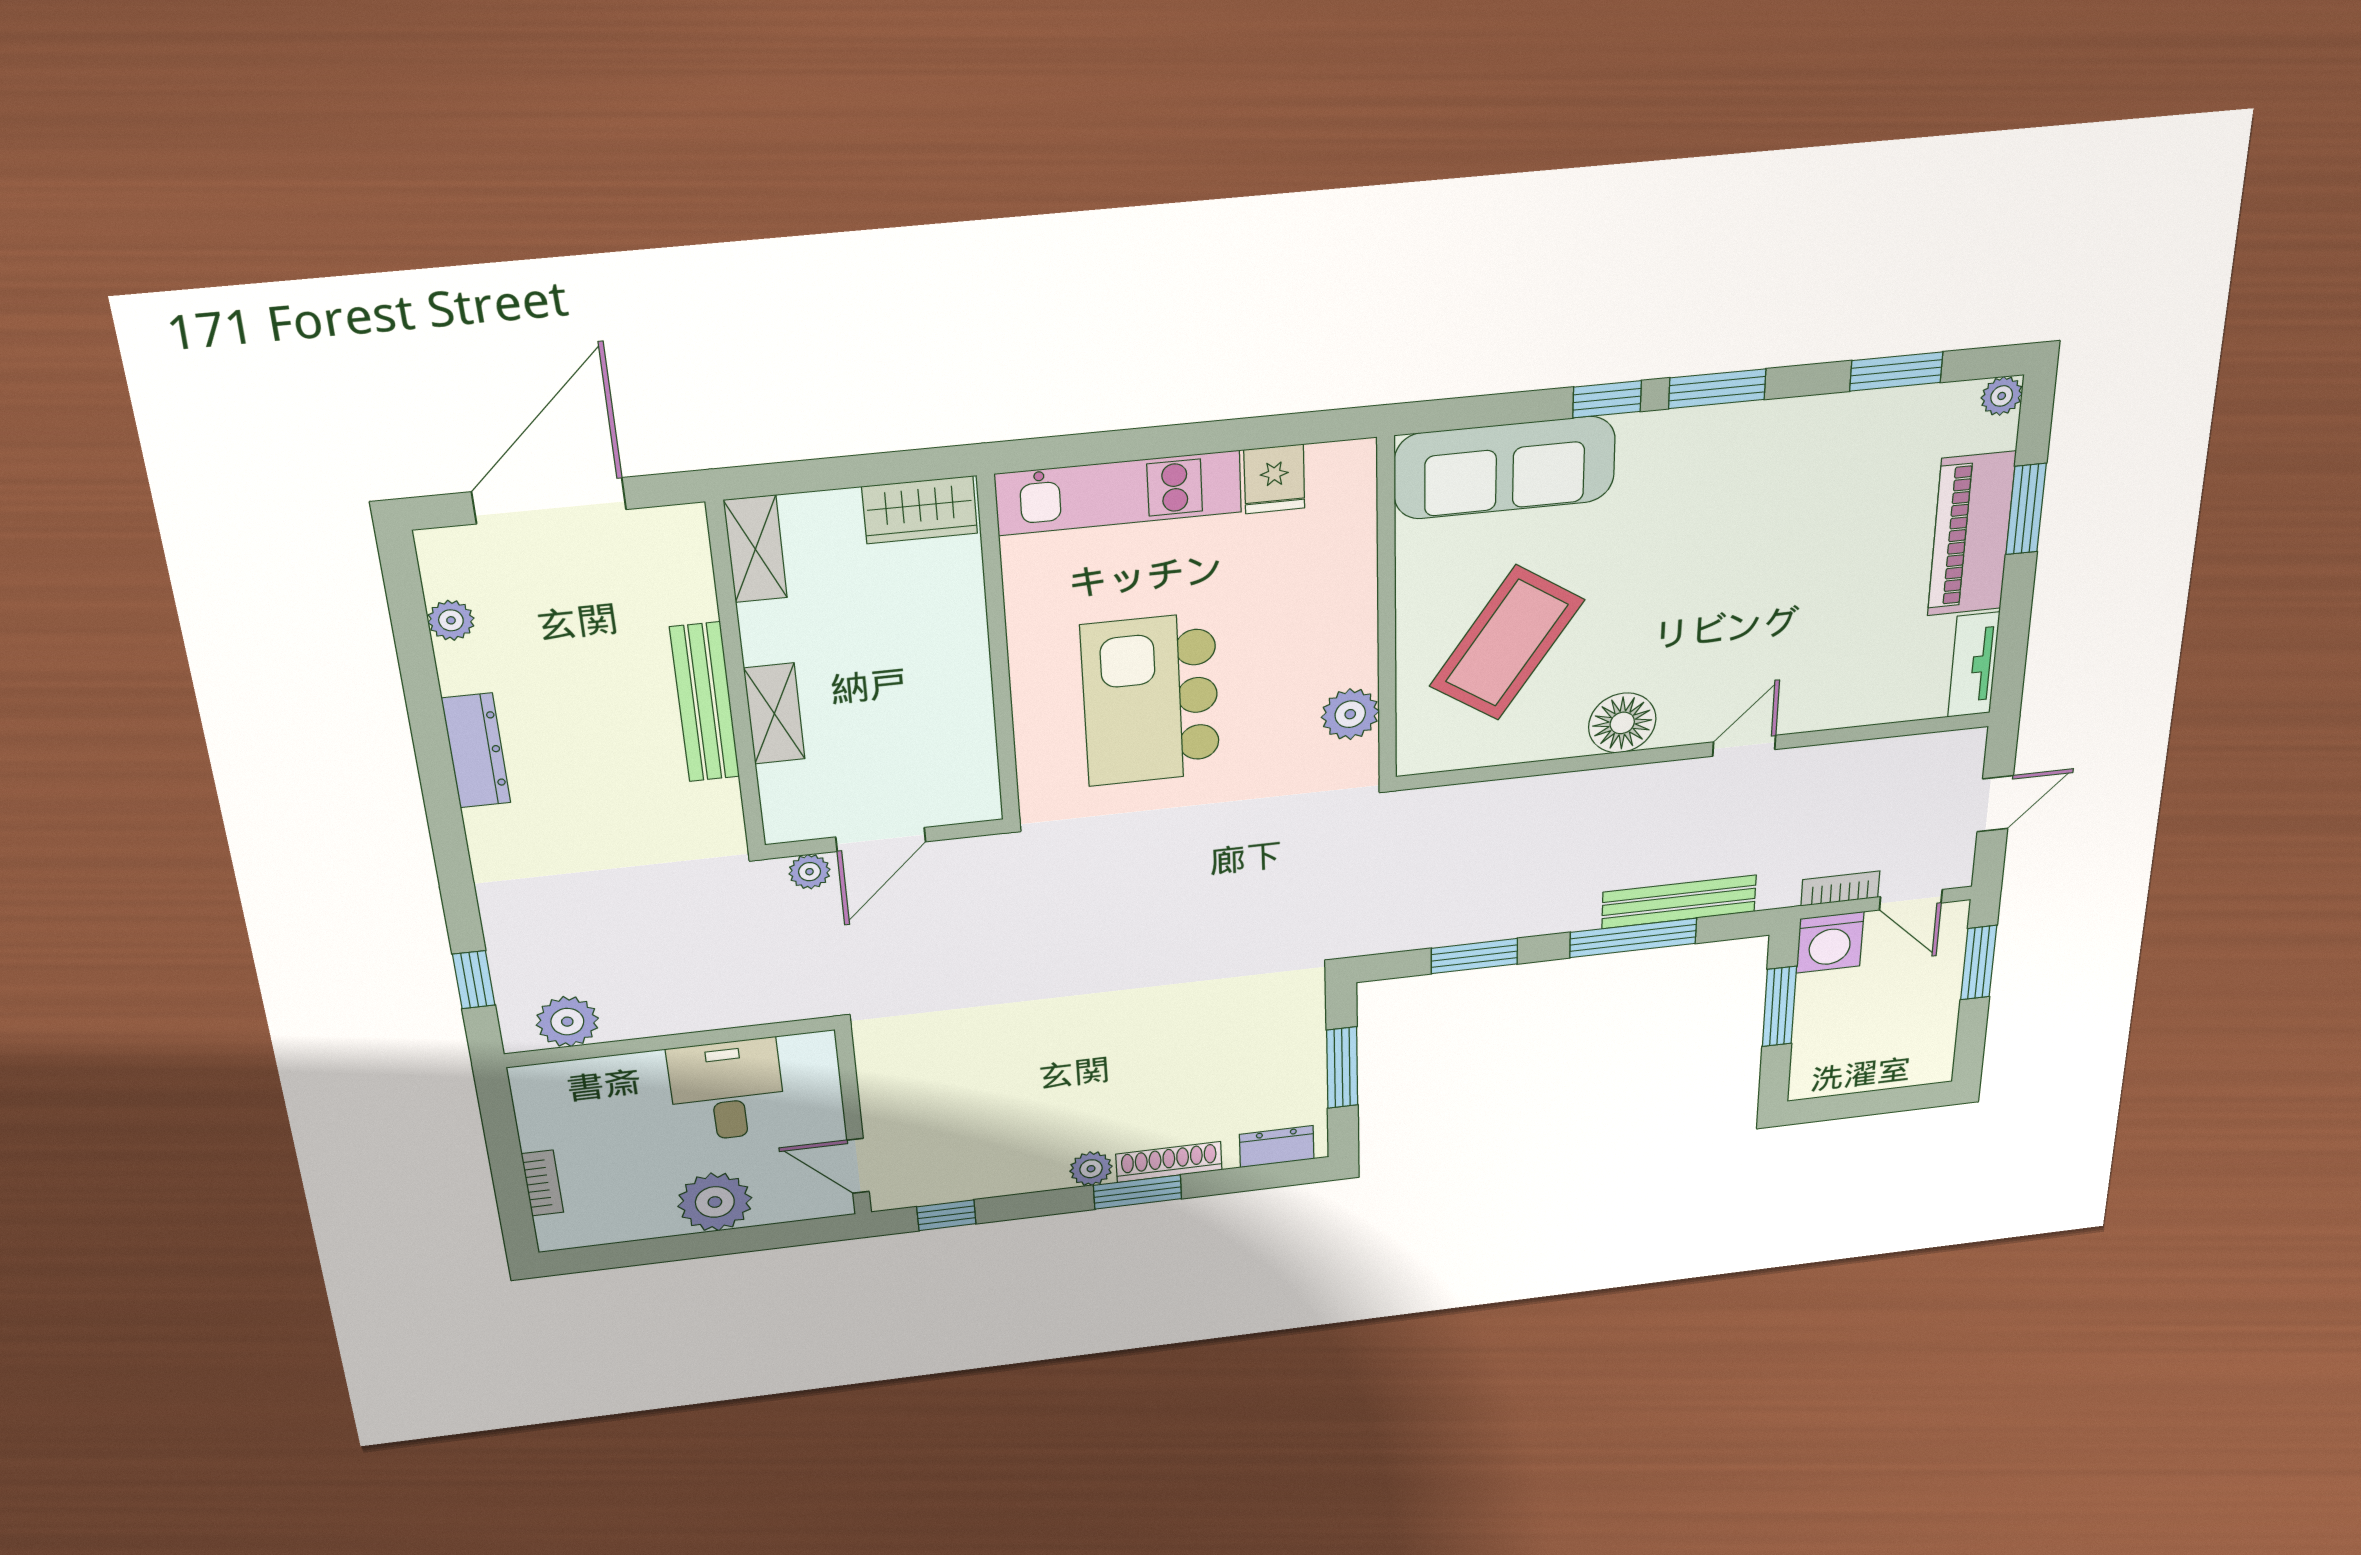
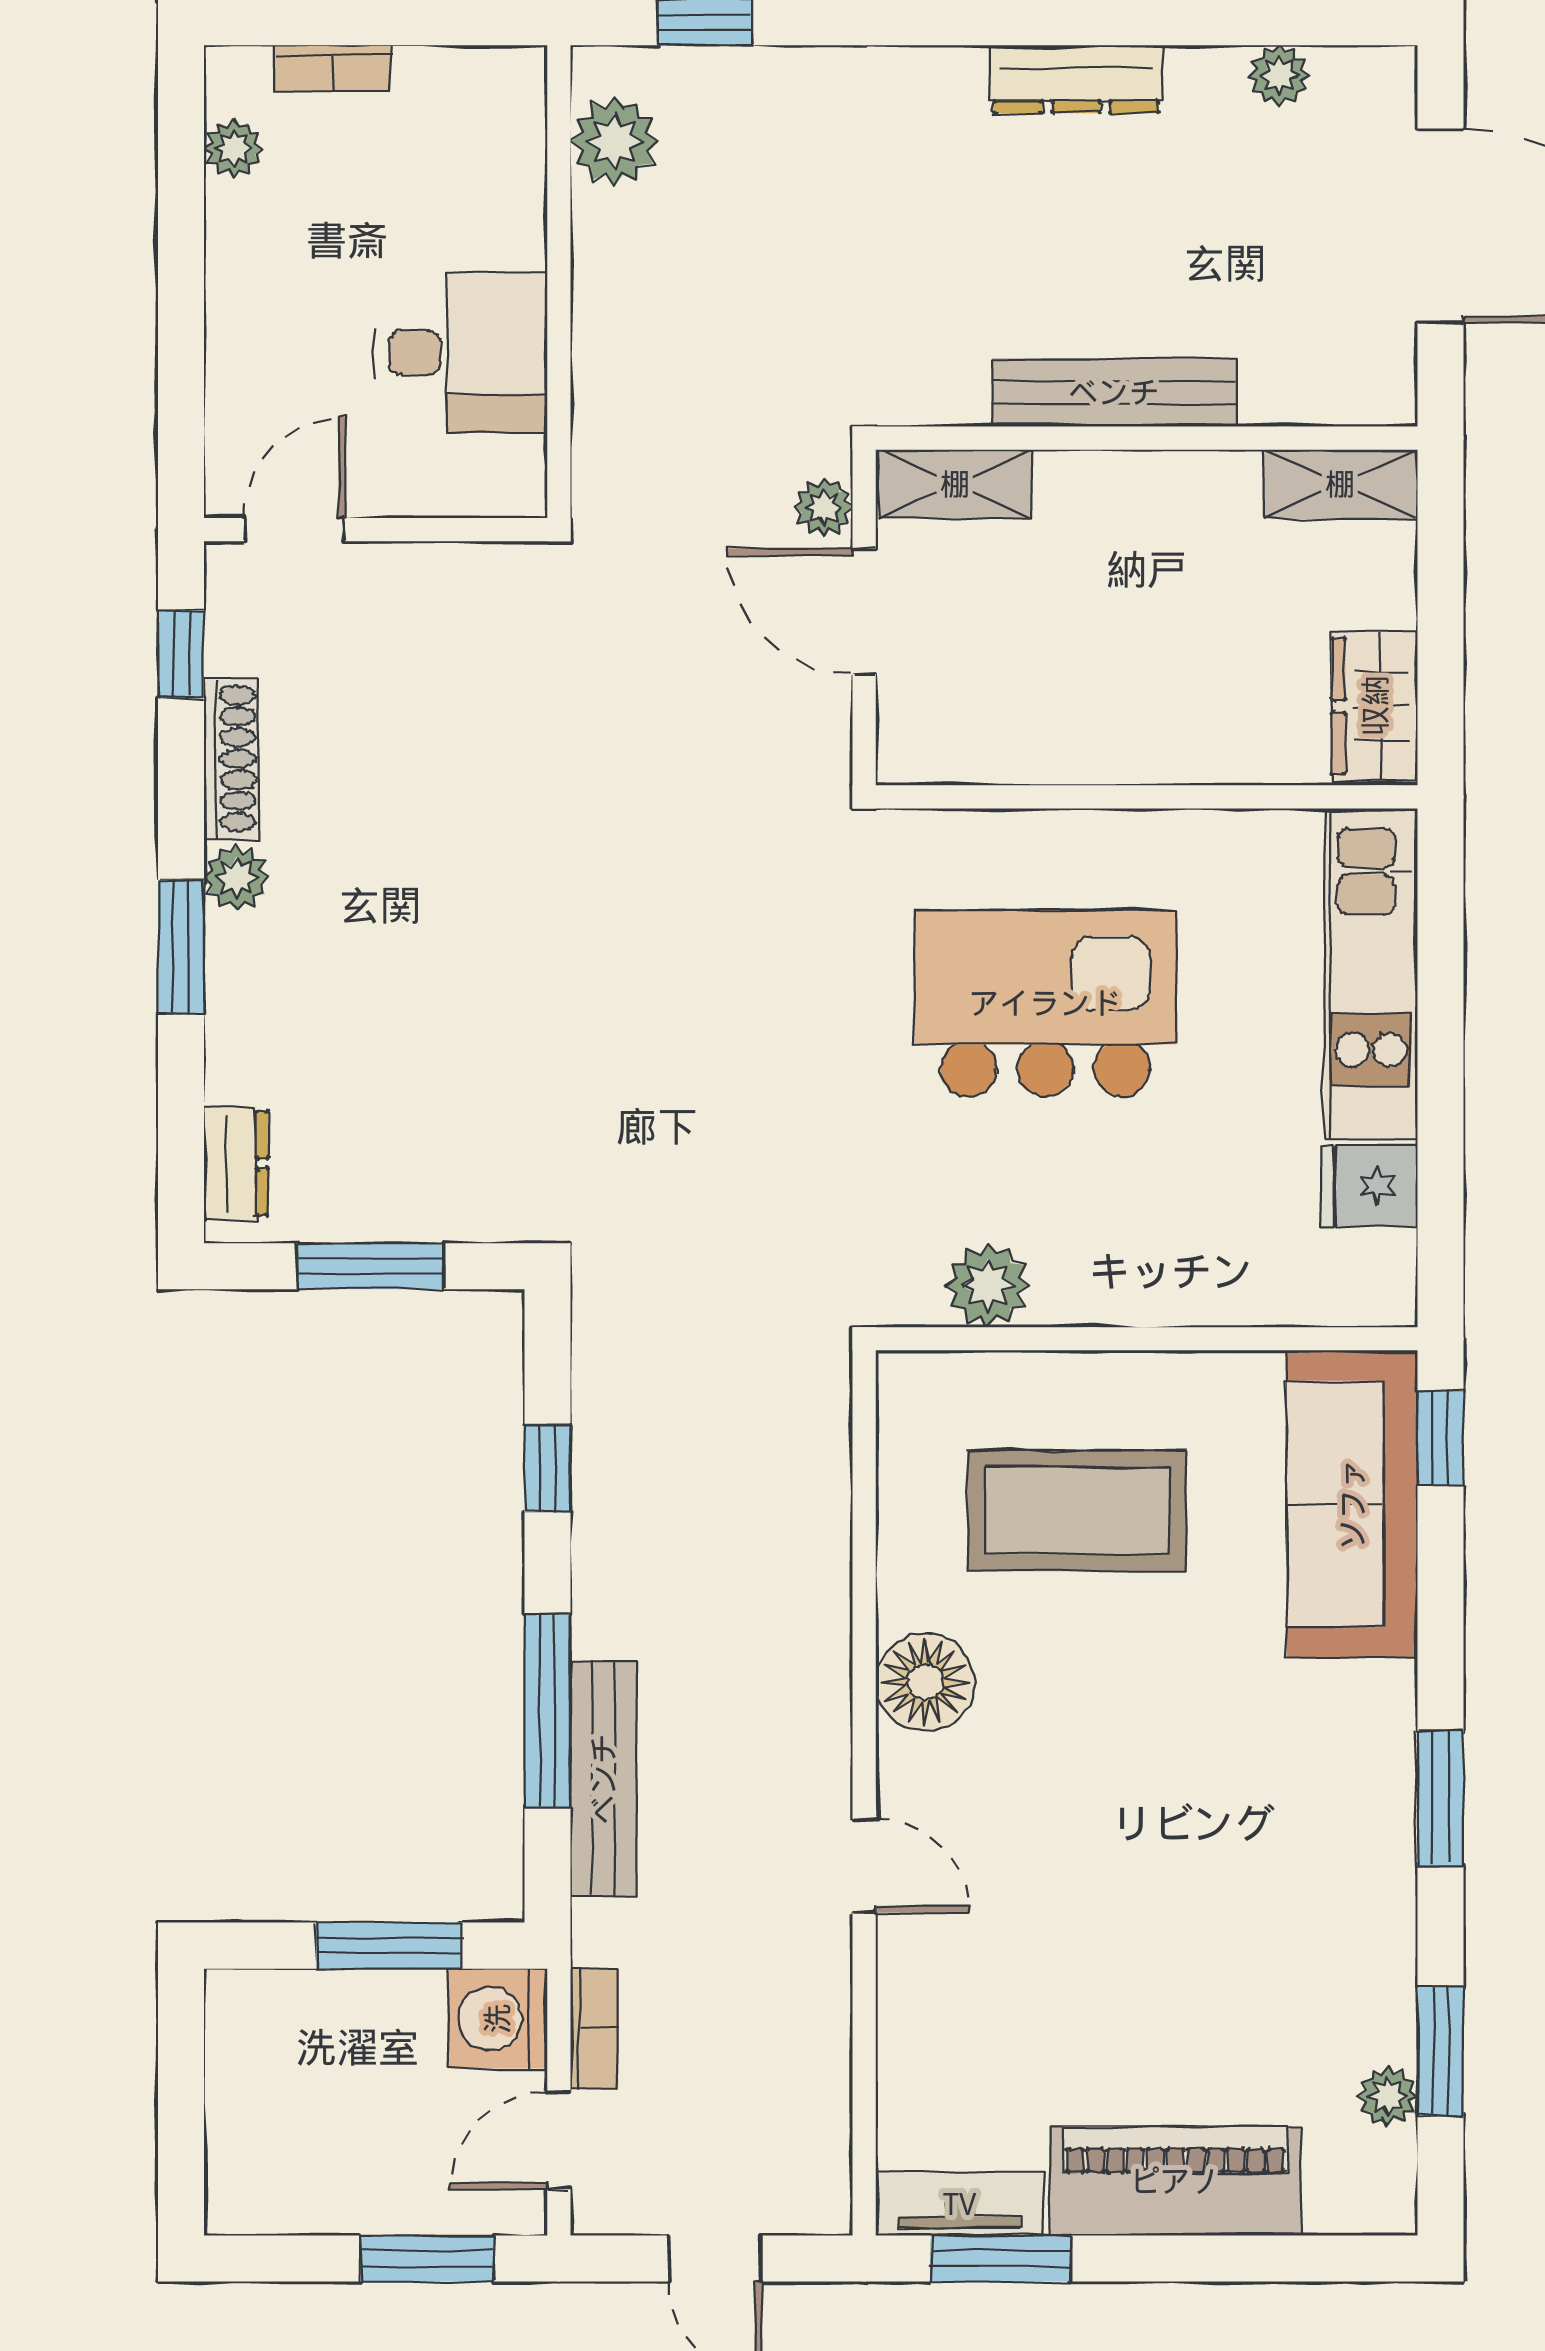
plant: (2002, 396) -> (1388, 2096), moved
window: (1607, 399) -> (1440, 1438), moved
window: (2026, 509) -> (1001, 2259), moved
coffee table: (1507, 643) -> (1077, 1511), turned -34
shelving: (774, 714) -> (955, 484), moved
window: (1474, 956) -> (547, 1468), width x0.67
shoe rack: (1169, 1162) -> (231, 759), moved
plant: (715, 1202) -> (233, 148), moved, width x0.53, depth x0.53

